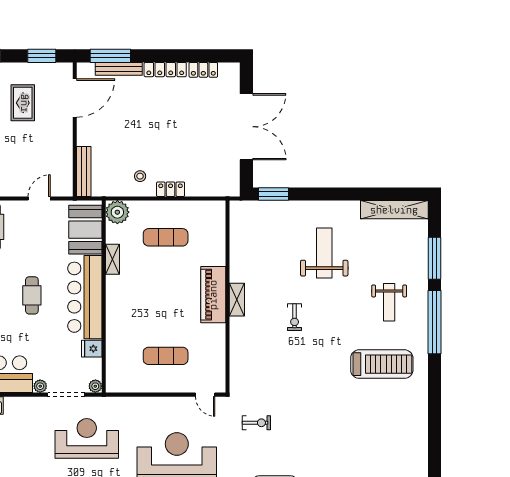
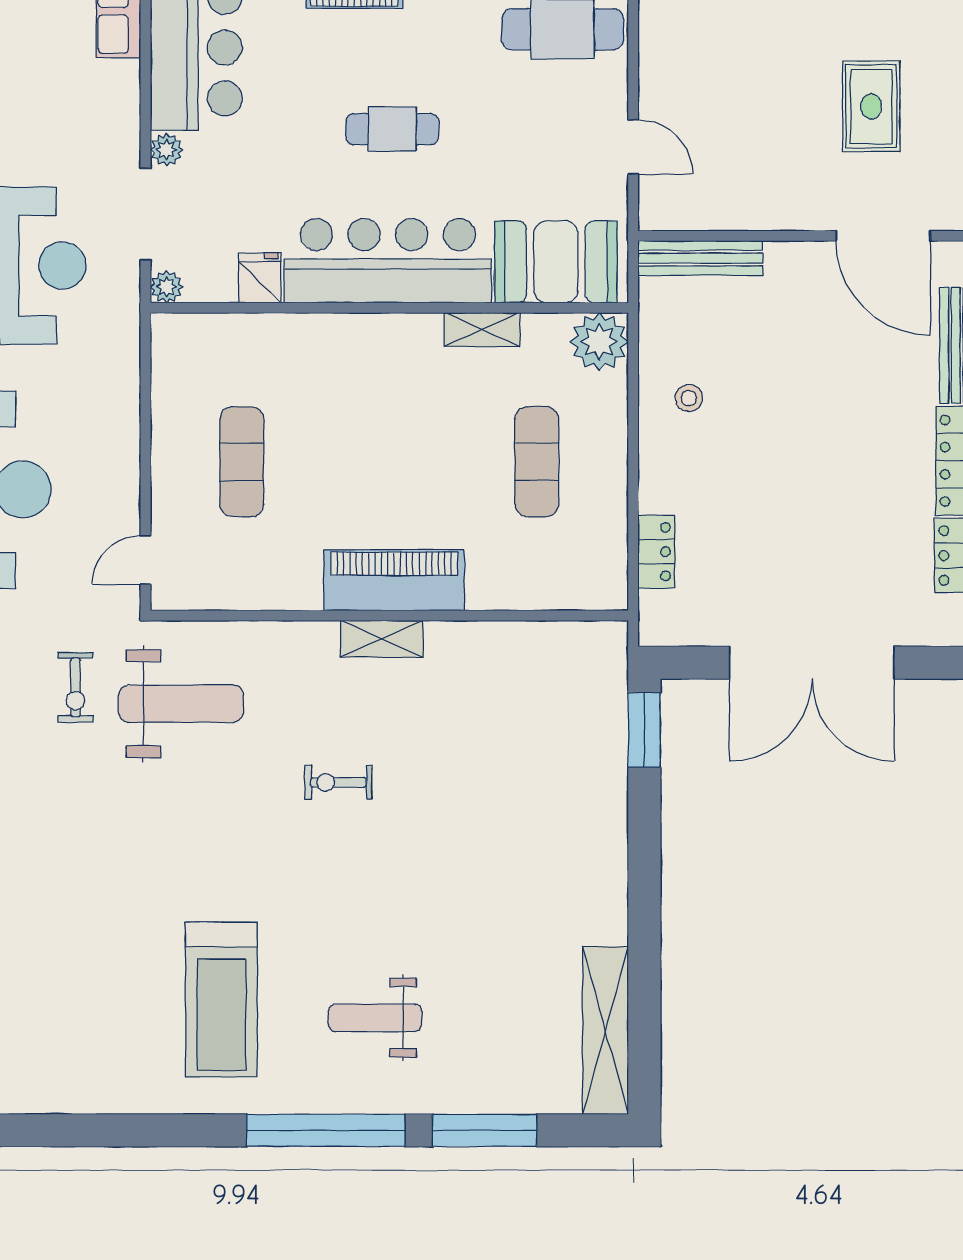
rug: (23, 103) -> (871, 106), turned 90
locker: (171, 189) -> (656, 552), moved
weight bench: (324, 253) -> (181, 704), moved

